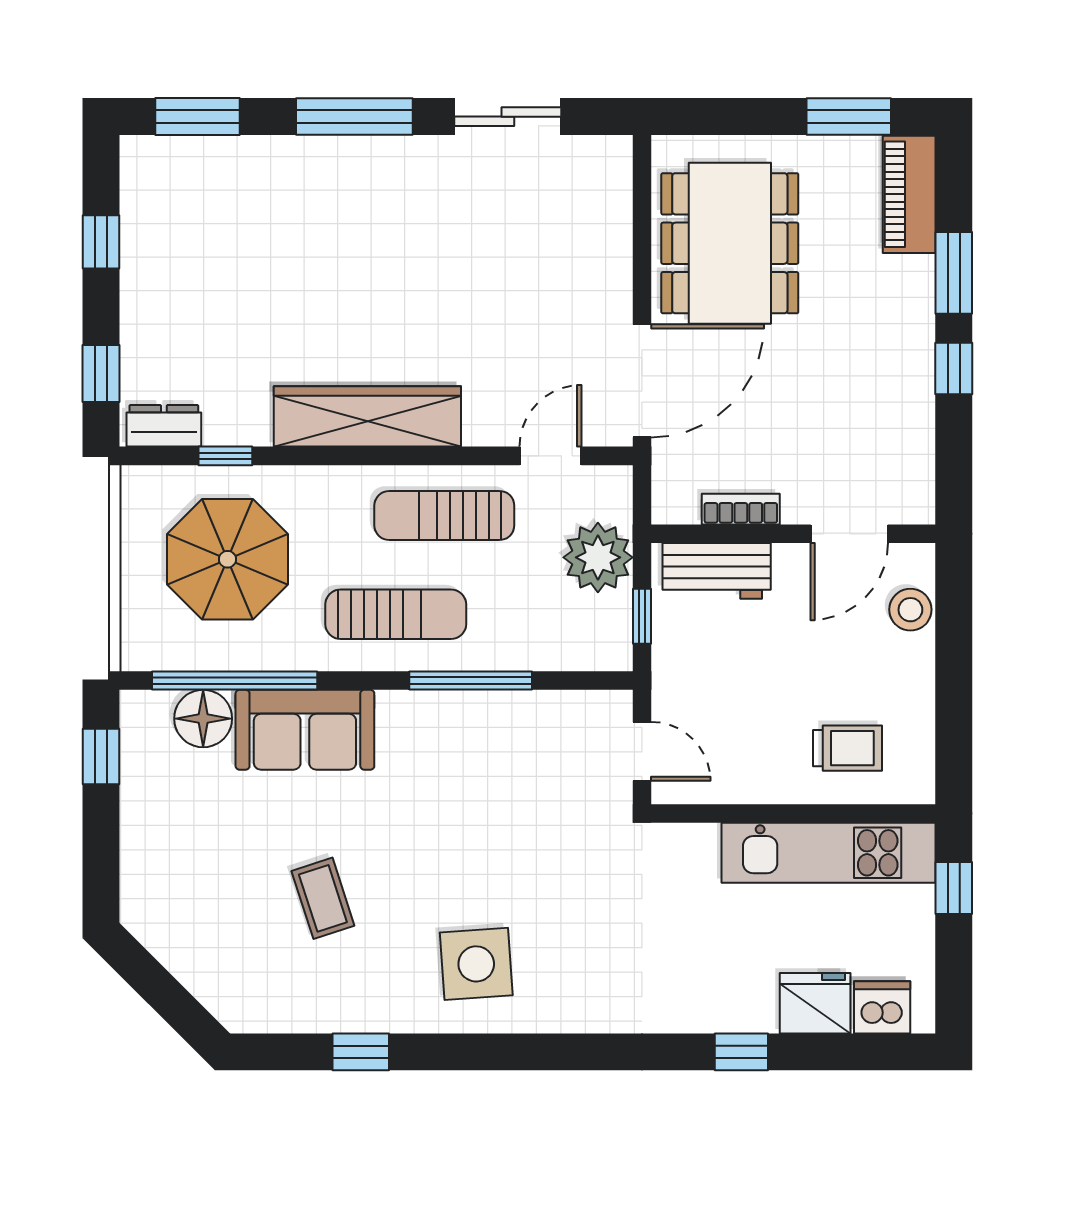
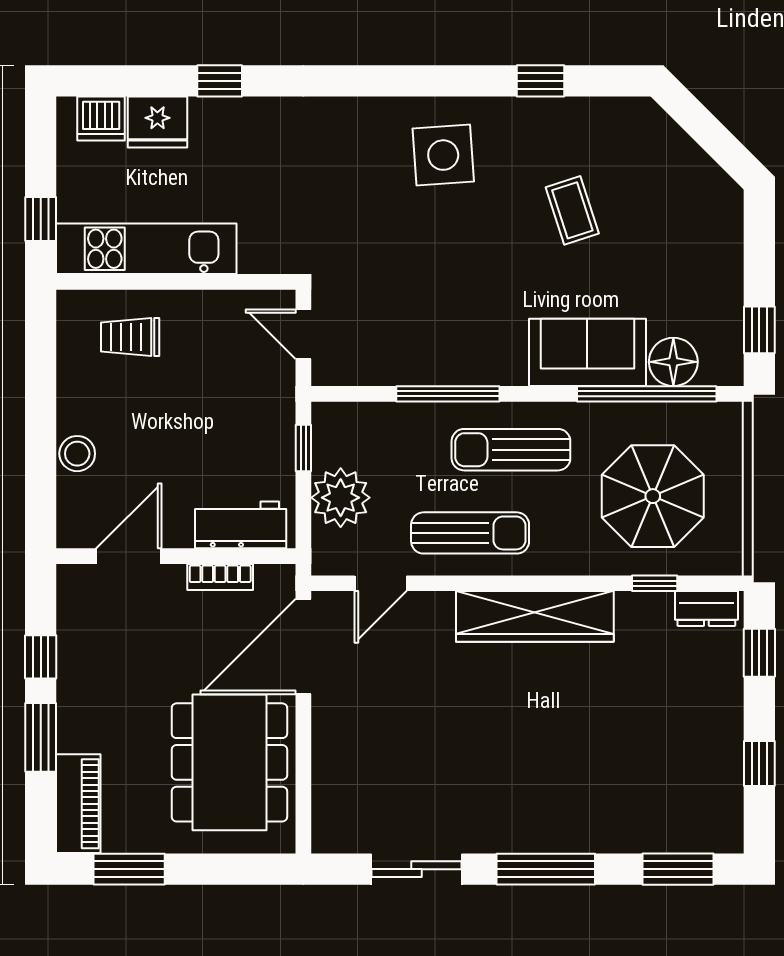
bookcase: (741, 509) -> (220, 577), moved
wall: (793, 534) -> (176, 556), moved
door: (849, 534) -> (129, 556), moved
workbench: (717, 571) -> (241, 525), moved

